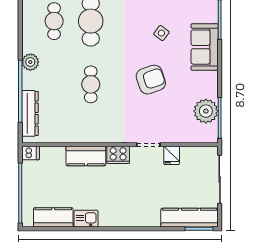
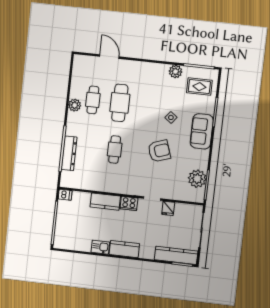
plant: (30, 62) -> (75, 105), moved
dresser: (30, 113) -> (69, 153), moved
kitchen counter: (53, 217) -> (124, 249), moved

